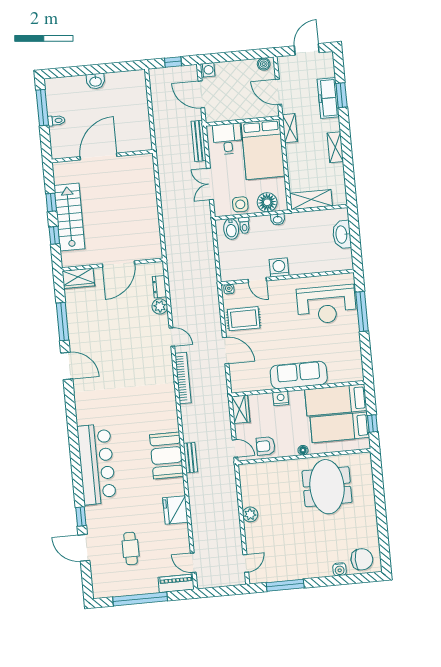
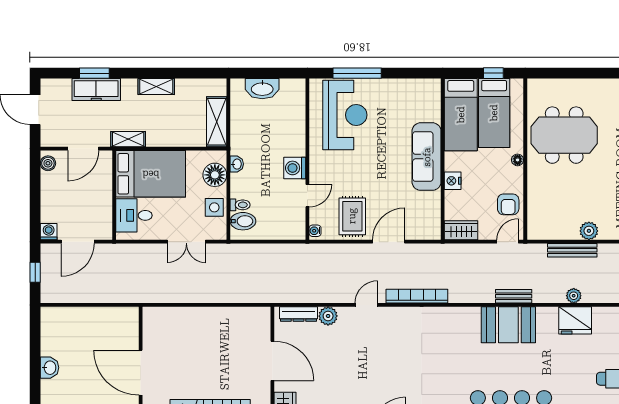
bench: (199, 141) -> (572, 250), moved
dresser: (160, 287) -> (298, 314), width x1.44
plant: (196, 507) -> (574, 296), added

